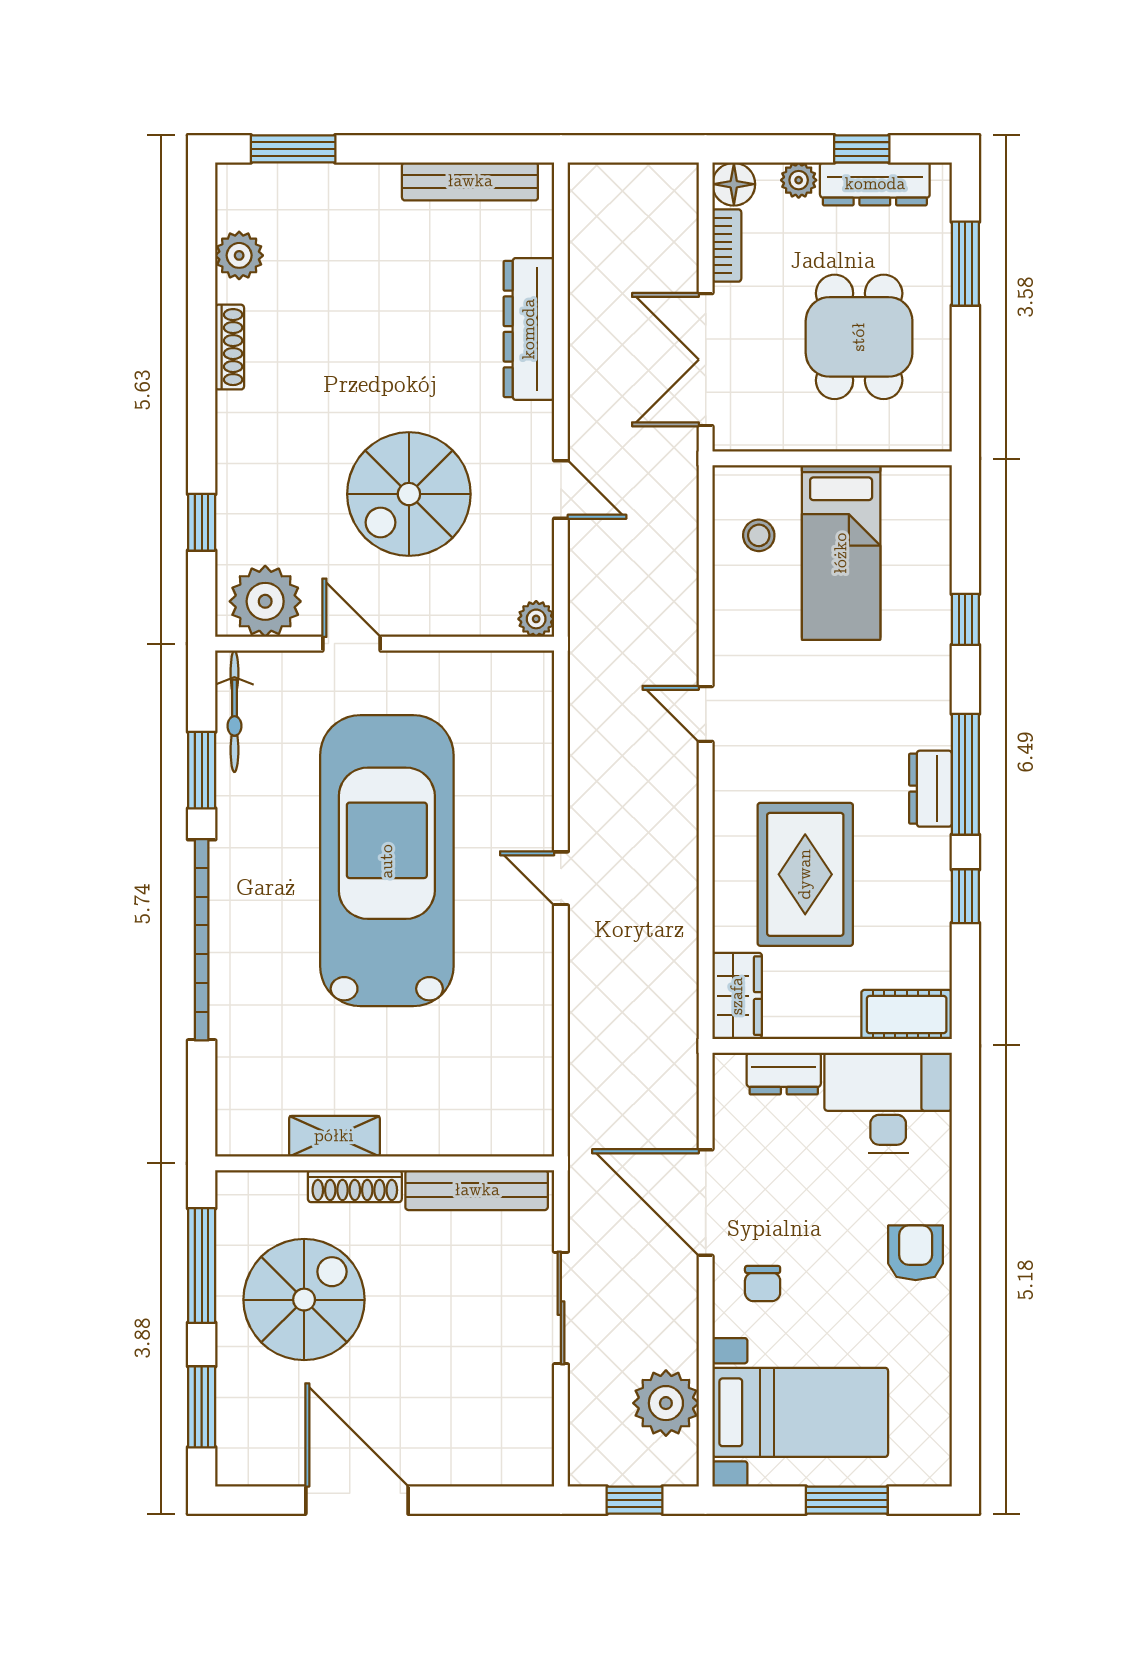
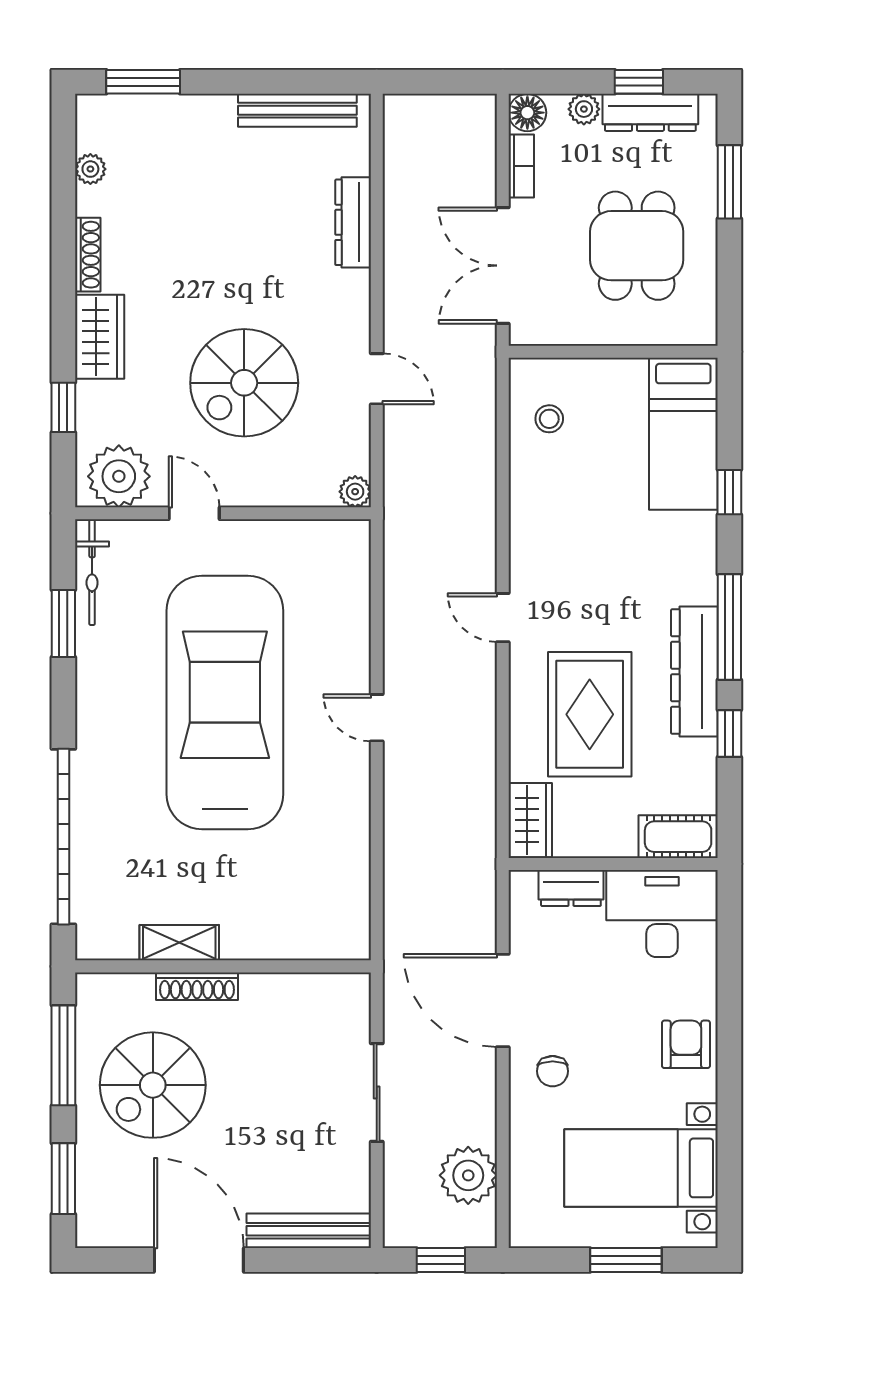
plant: (239, 255) -> (90, 169), width x0.73, depth x0.73
dresser: (529, 329) -> (353, 222), width x0.73, depth x0.80
wardrobe: (243, 441) -> (100, 337), added
bed: (841, 553) -> (683, 434), moved
door: (706, 714) -> (503, 618), moved
dresser: (930, 789) -> (694, 672), width x1.96, depth x1.24
garage door: (202, 940) -> (63, 837), moved
bench: (477, 1190) -> (309, 1231), moved
spiral stairs: (304, 1300) -> (153, 1085), turned 180
bed with nightstands: (800, 1412) -> (641, 1168), moved, turned 180

